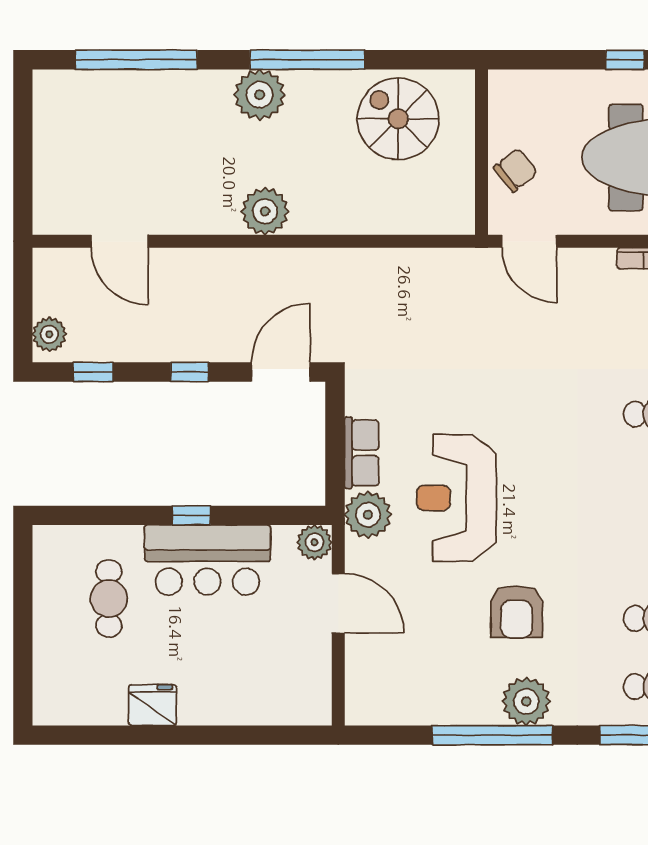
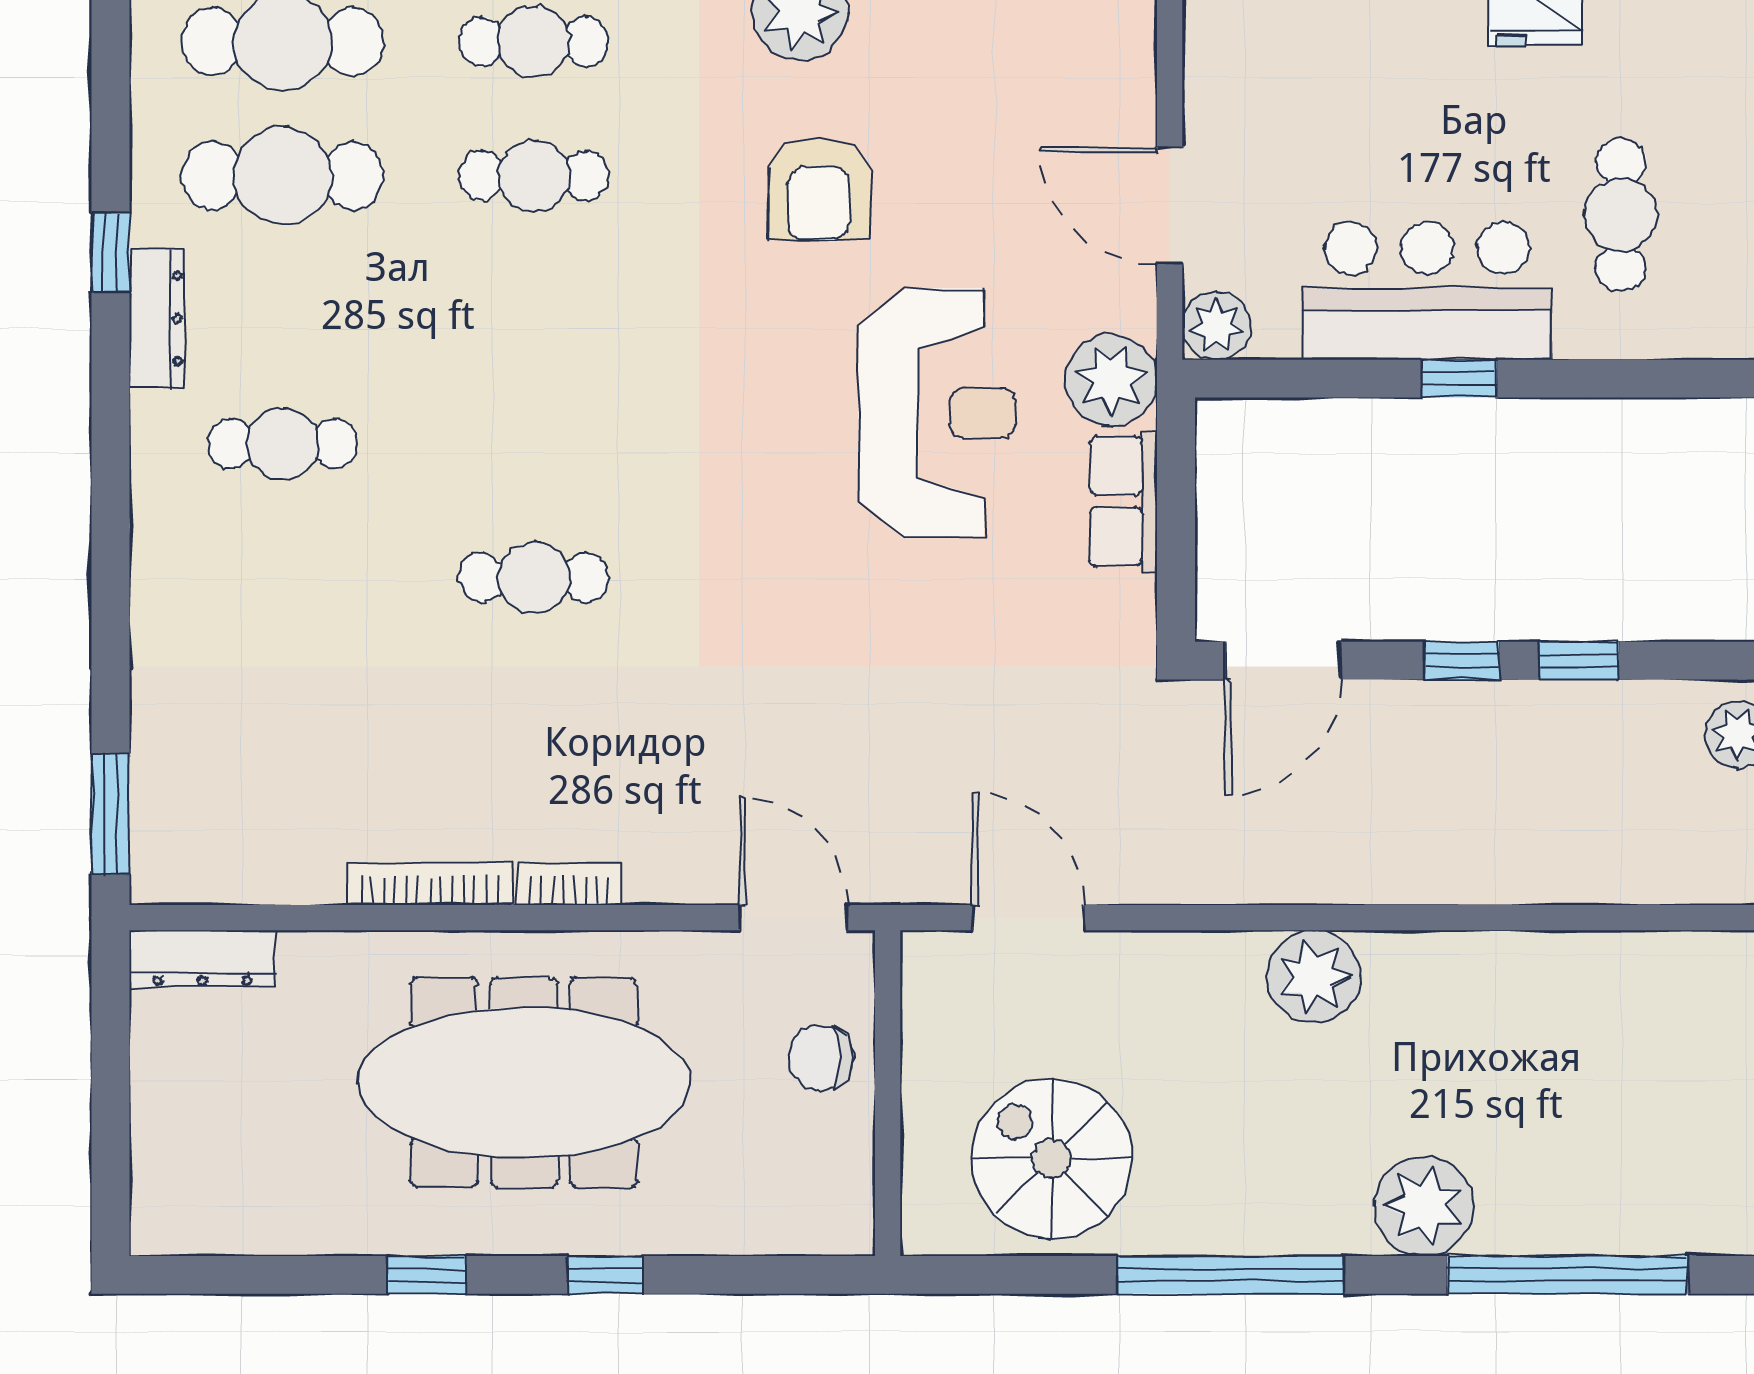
plant: (260, 95) -> (1424, 1206), moved
spiral stairs: (398, 119) -> (1052, 1159), turned 180
chair: (516, 170) -> (821, 1058), turned 39
door: (120, 241) -> (1029, 918), moved
window: (93, 372) -> (1579, 661), moved
armchair: (517, 612) -> (819, 189), turned 180

